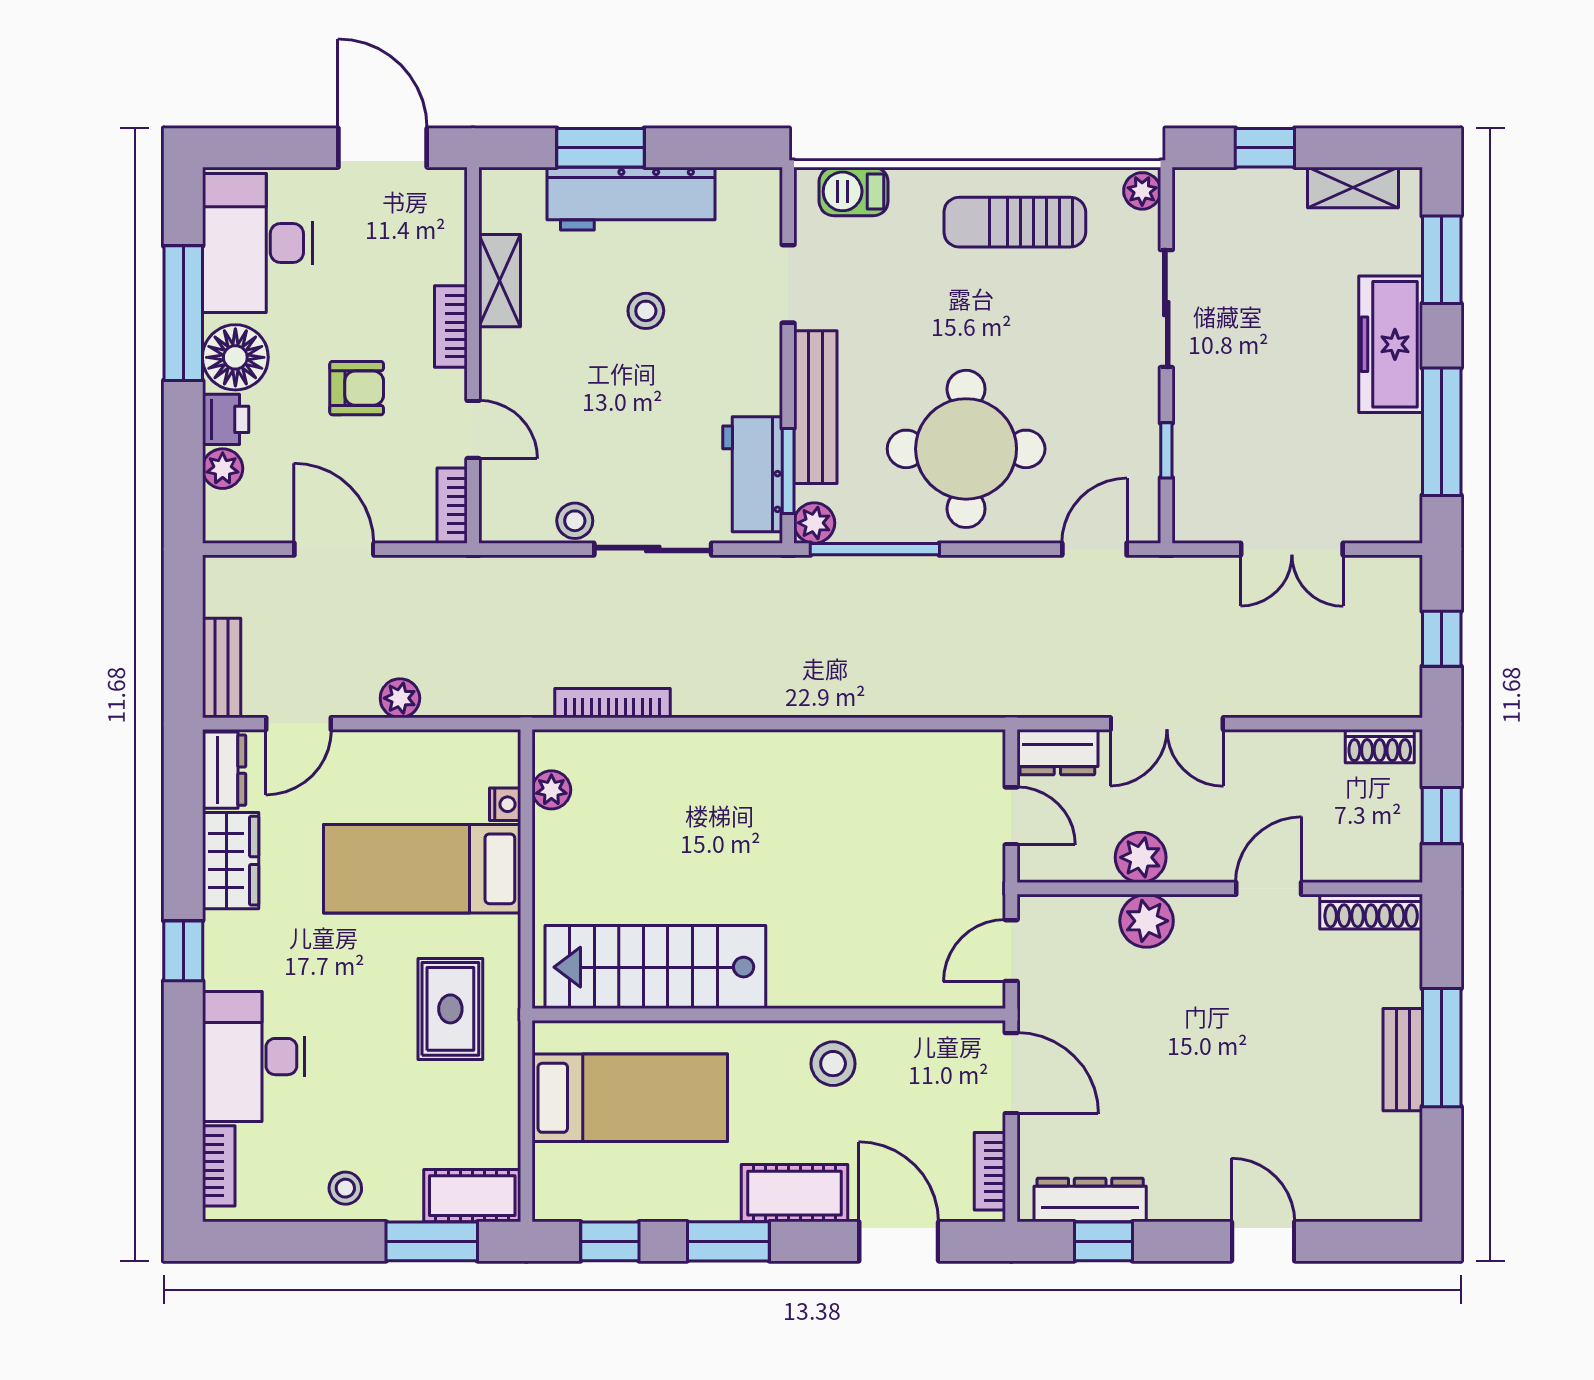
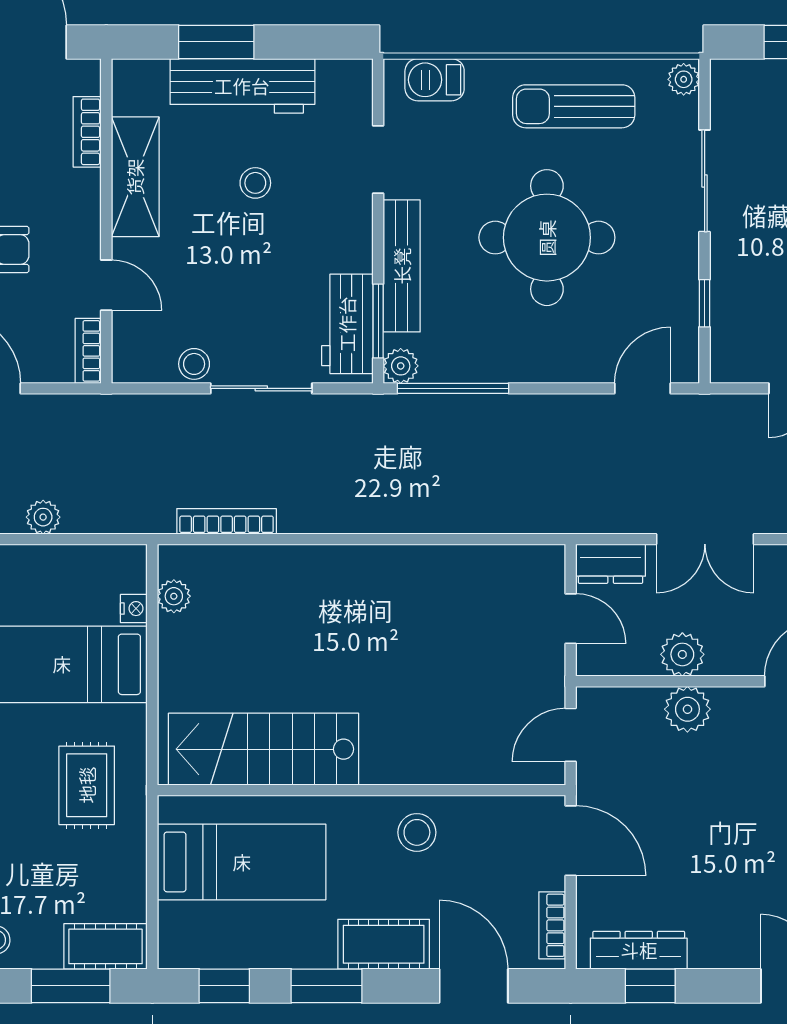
shelving: (500, 281) -> (135, 177), width x1.50, depth x1.33
bookcase: (451, 326) -> (87, 132), moved
round table: (966, 449) -> (547, 238), moved

